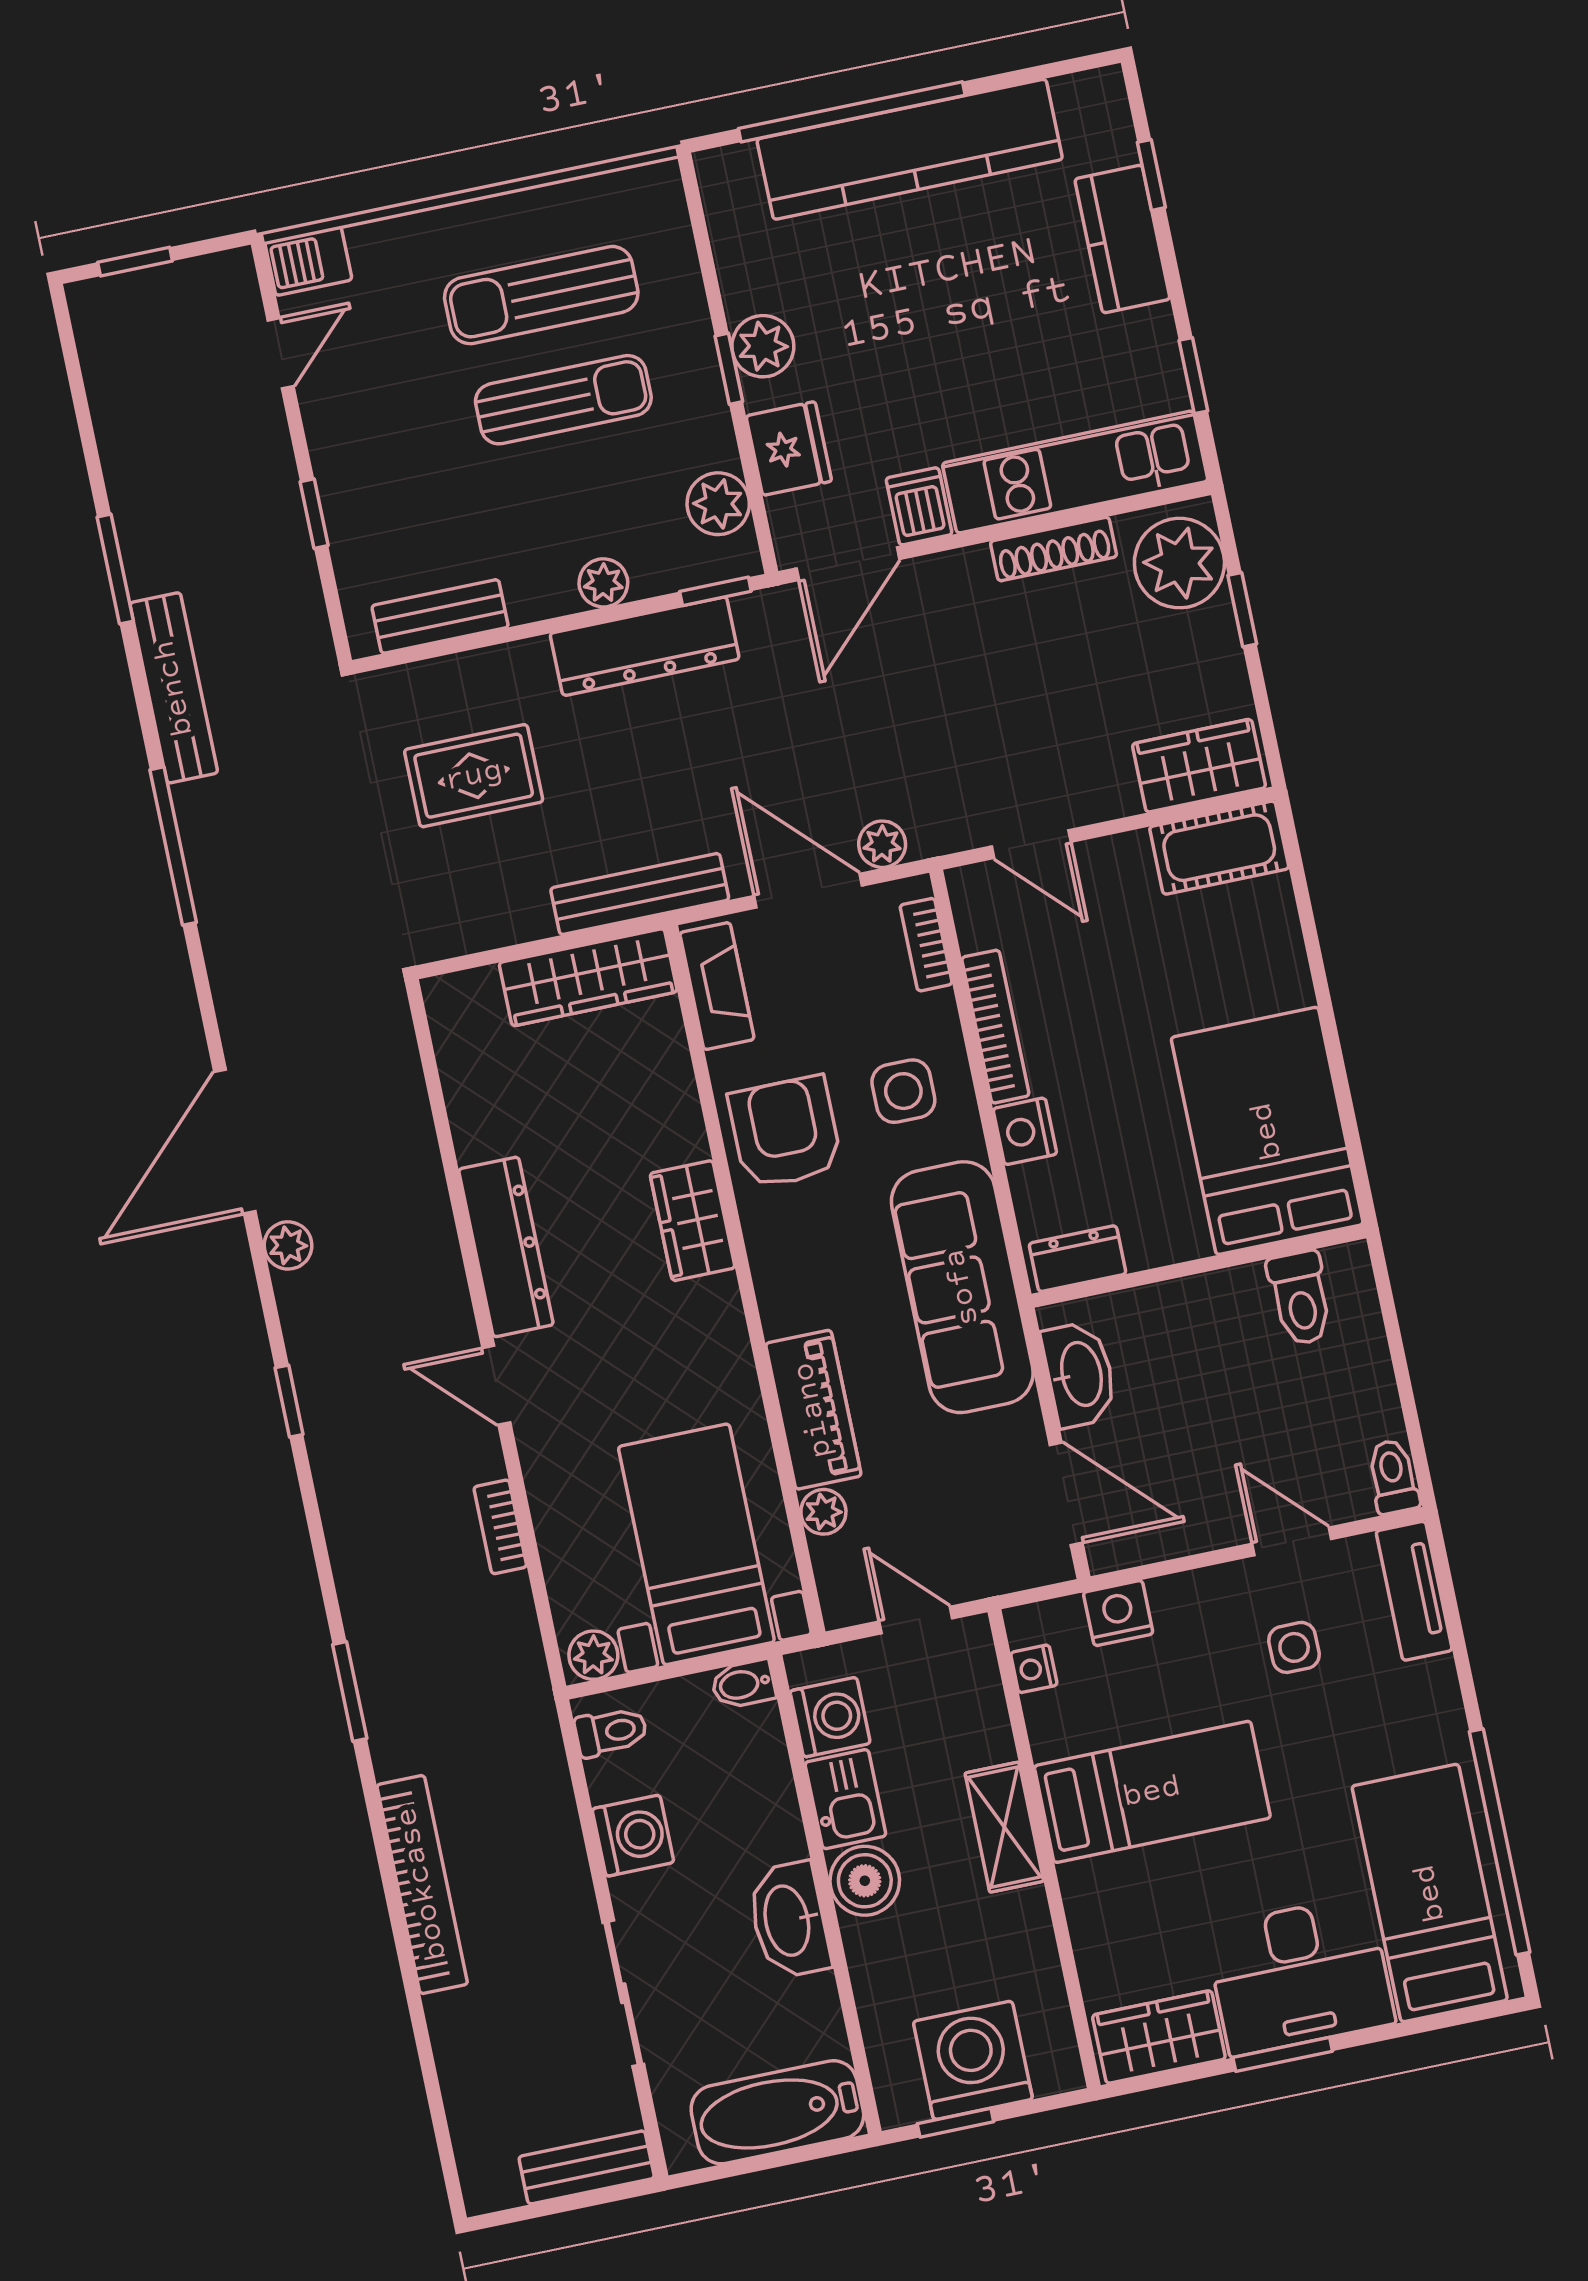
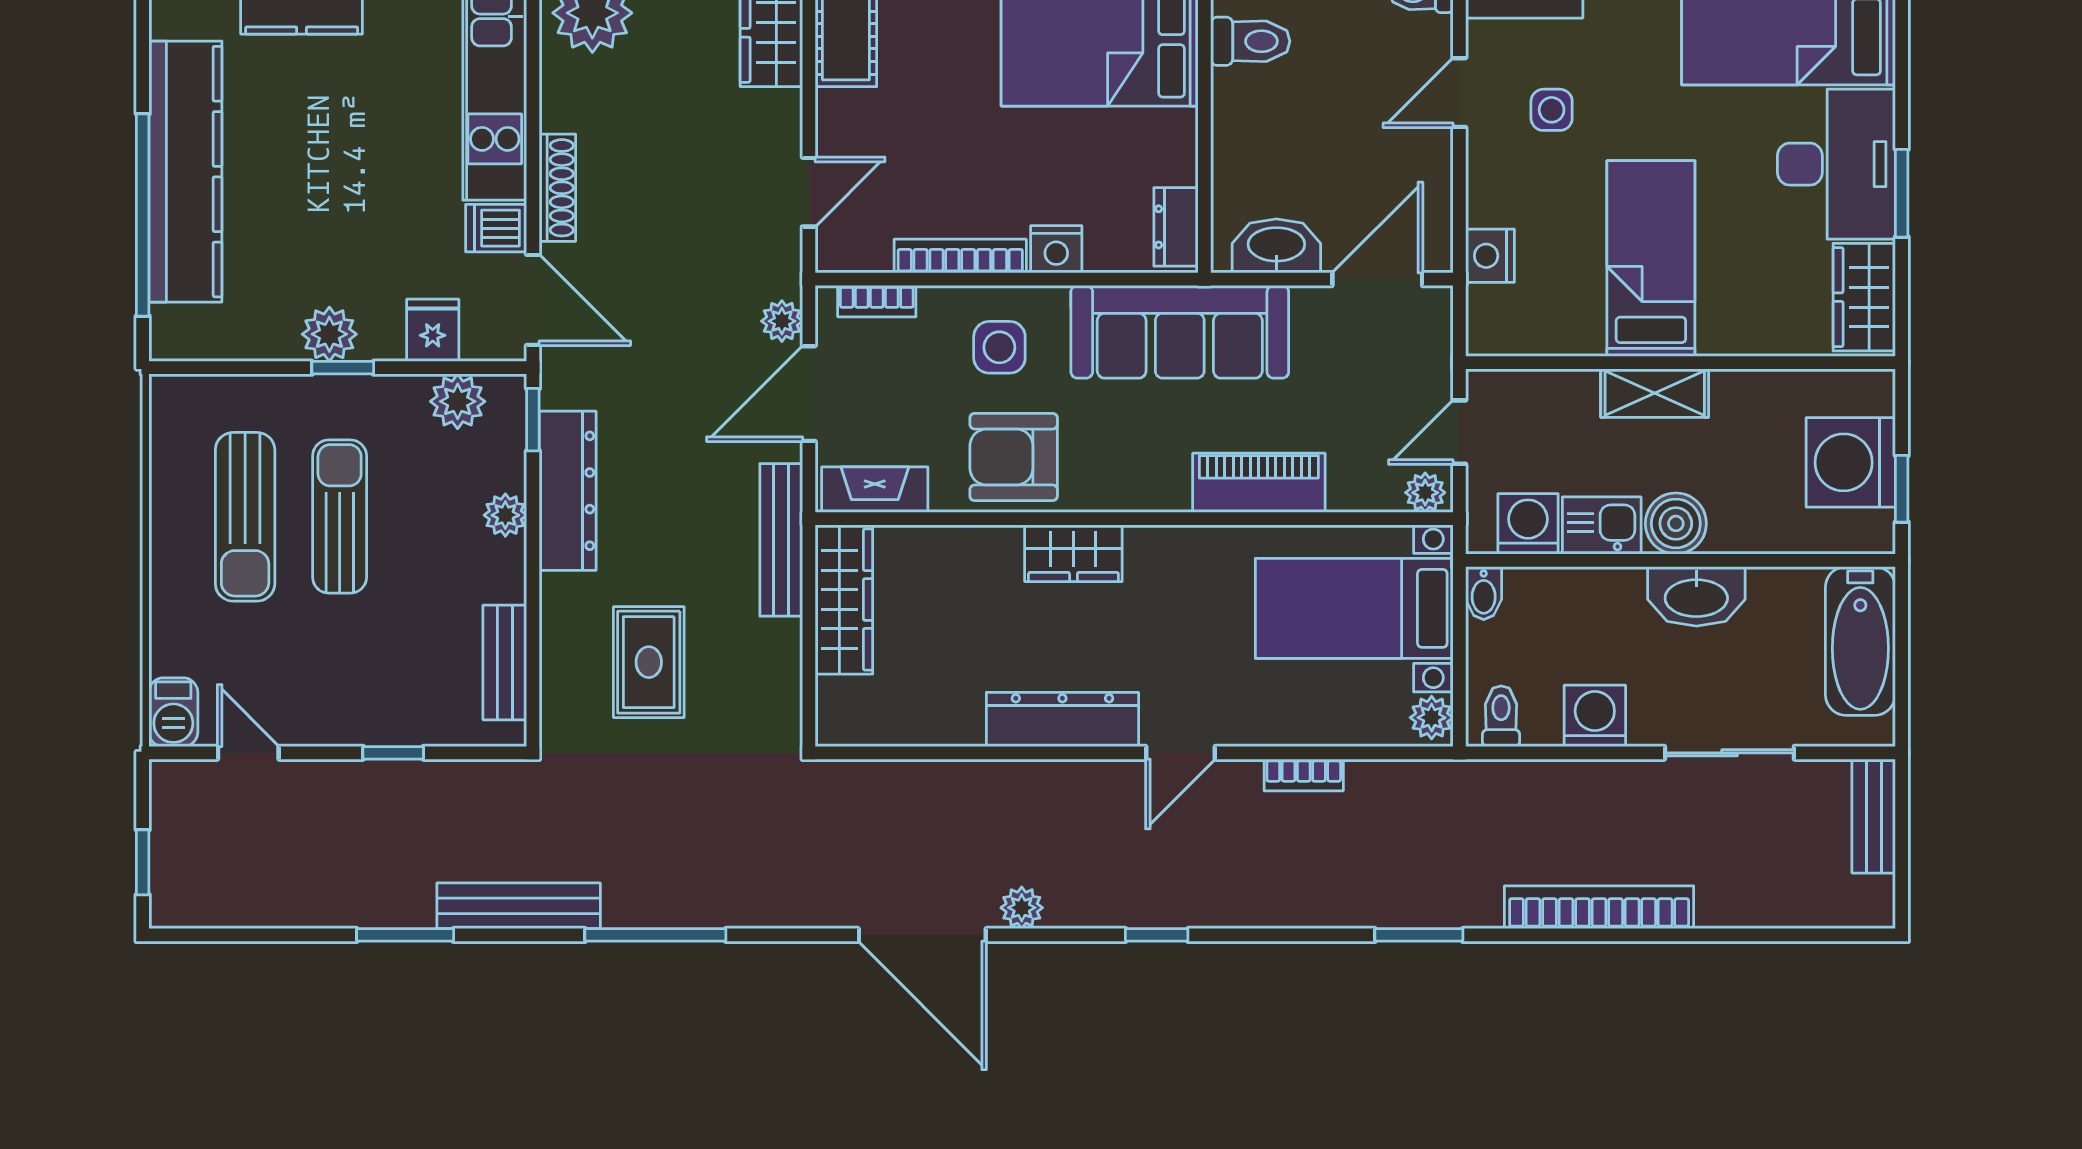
fridge: (789, 449) -> (433, 330), width x0.72
shoe rack: (1054, 549) -> (557, 188), moved
plant: (823, 1512) -> (1425, 493), moved
nightstand: (1034, 1669) -> (1523, 339), removed

